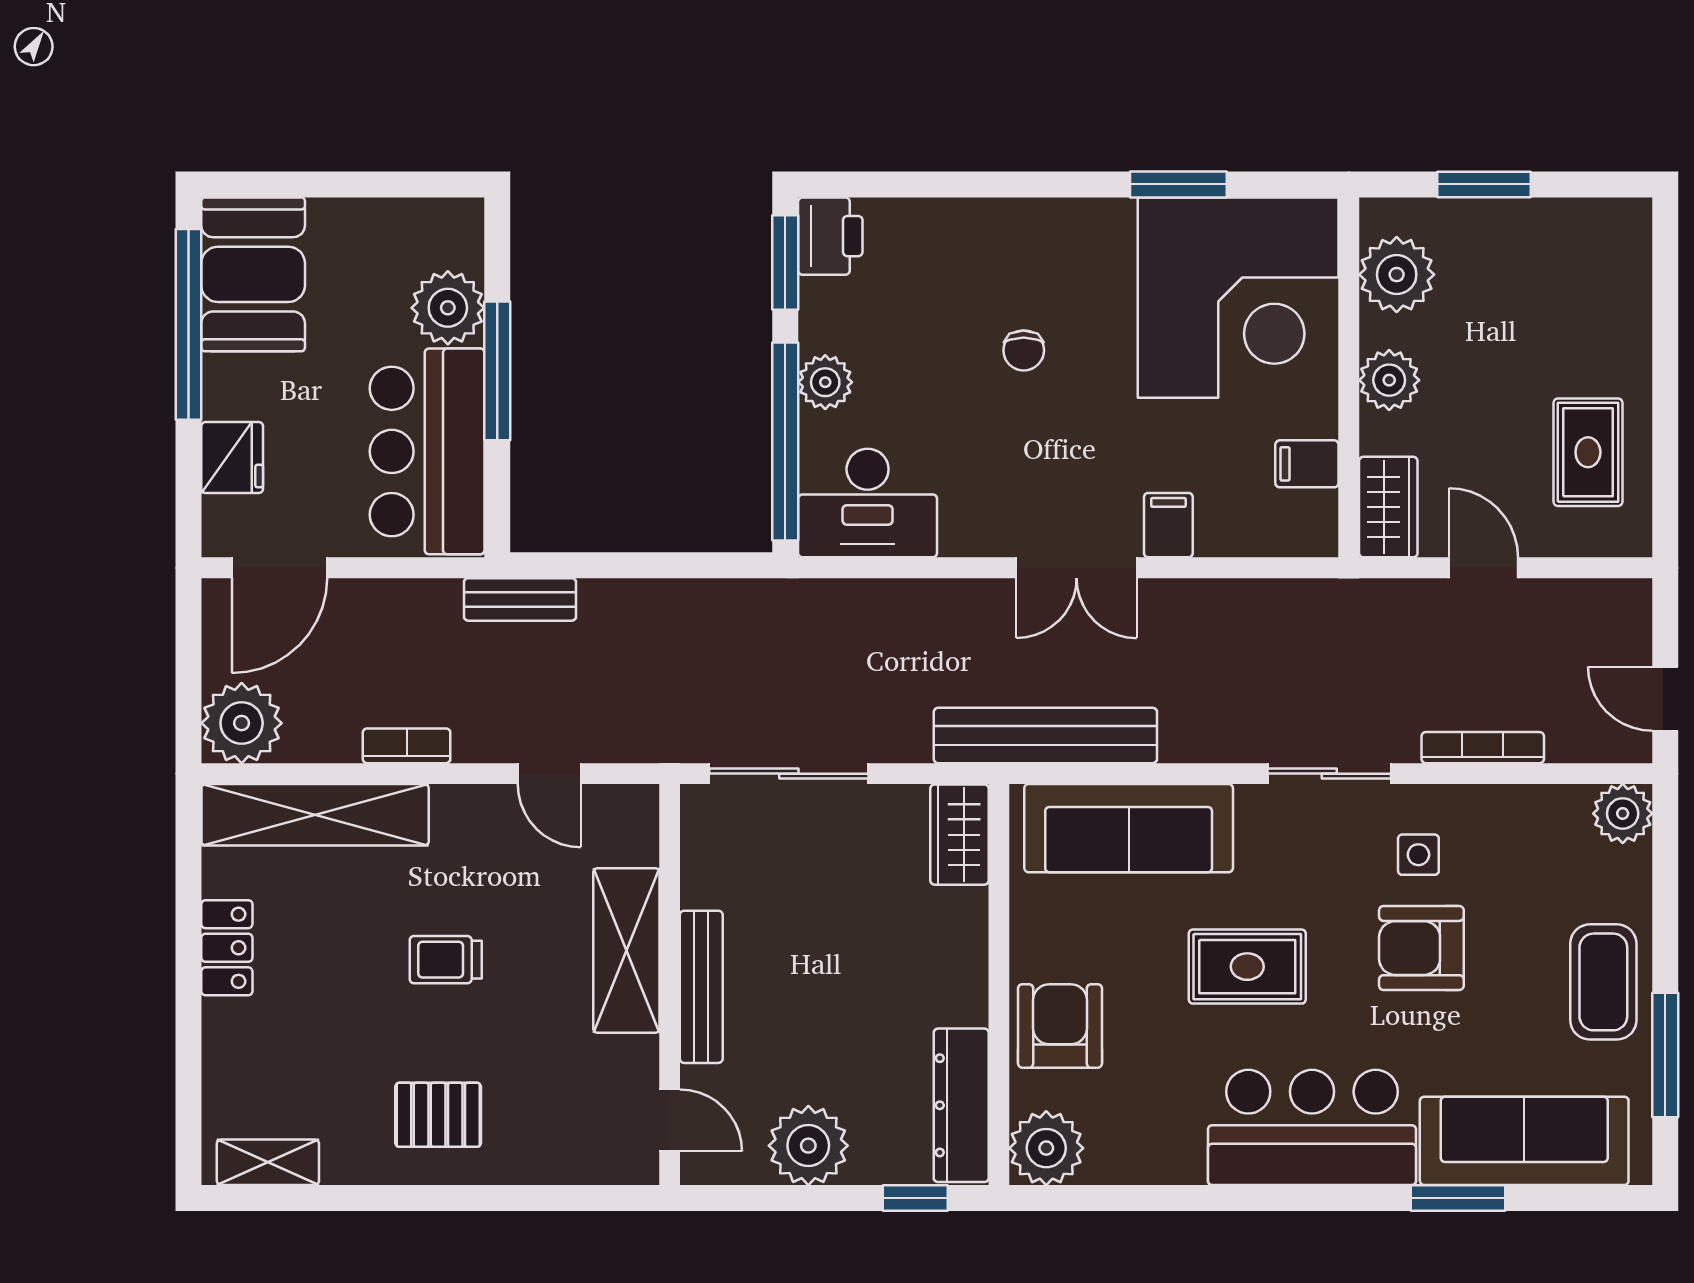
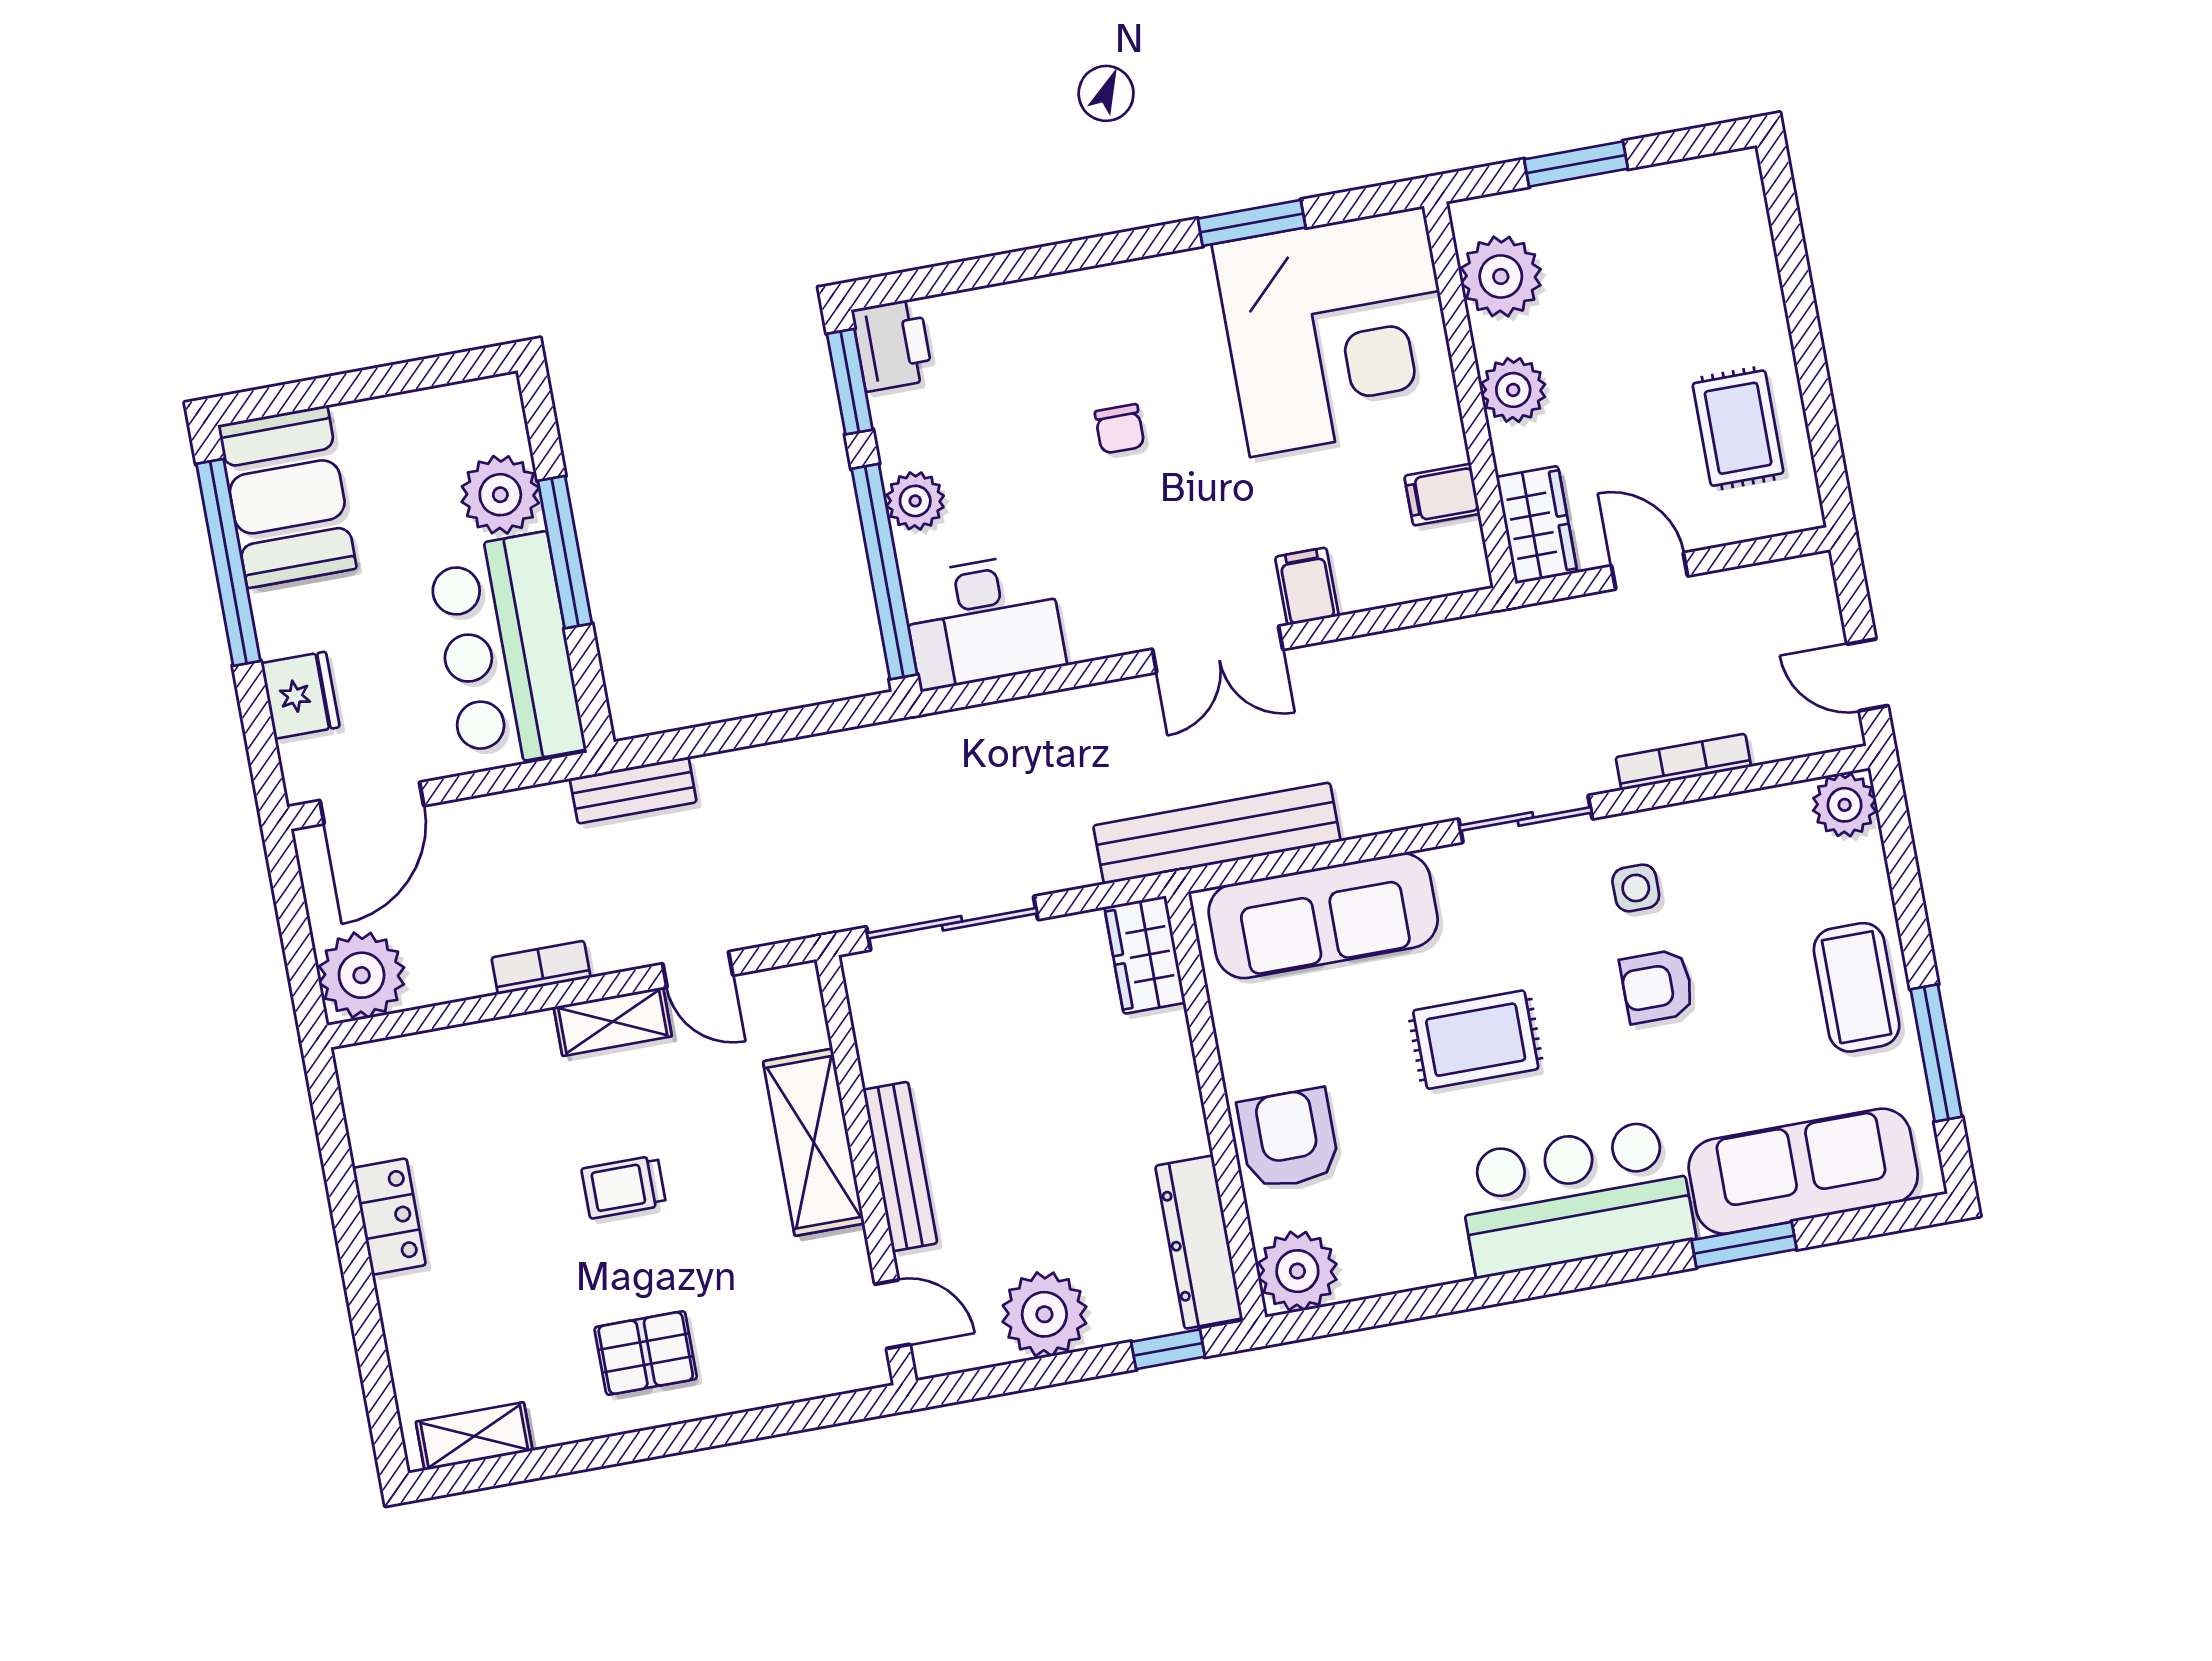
shelving: (315, 815) -> (613, 1022), moved, width x0.45, depth x0.75
armchair: (1421, 948) -> (1657, 986), width x0.72, depth x0.72

